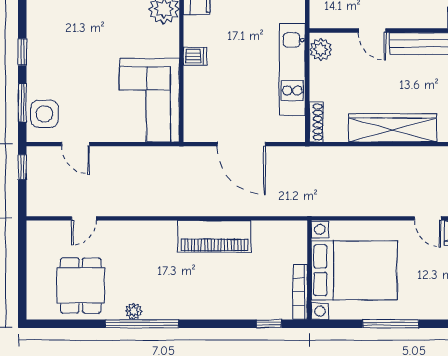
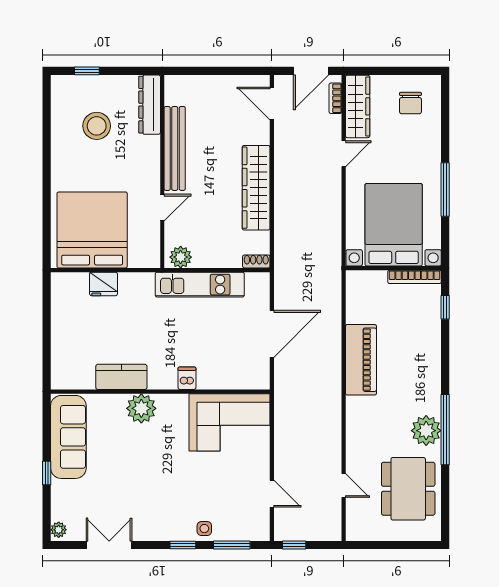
side table: (44, 114) -> (204, 529), moved, width x0.54, depth x0.54
shoe rack: (316, 122) -> (256, 261), width x0.70
door: (76, 144) -> (272, 494), hinge flipped
dining table: (81, 285) -> (408, 489), width x1.38
plant: (134, 311) -> (426, 431), width x1.87, depth x1.87

